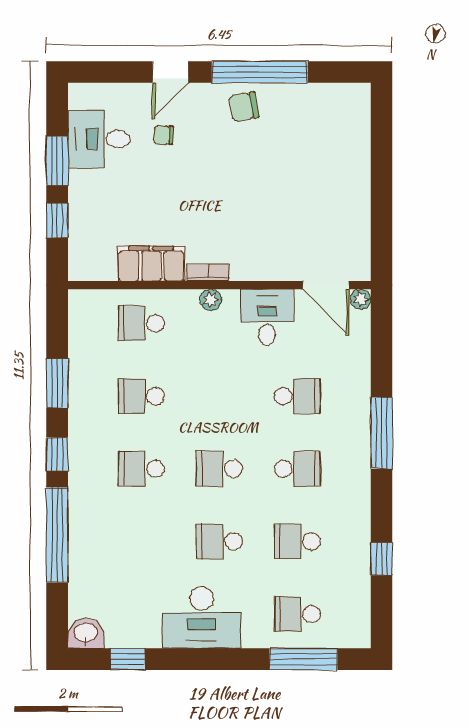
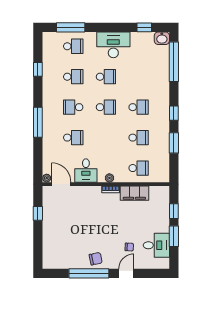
window: (382, 215) -> (38, 213), added
school desk: (297, 396) -> (73, 138), turned 180
window: (57, 535) -> (174, 62), moved

